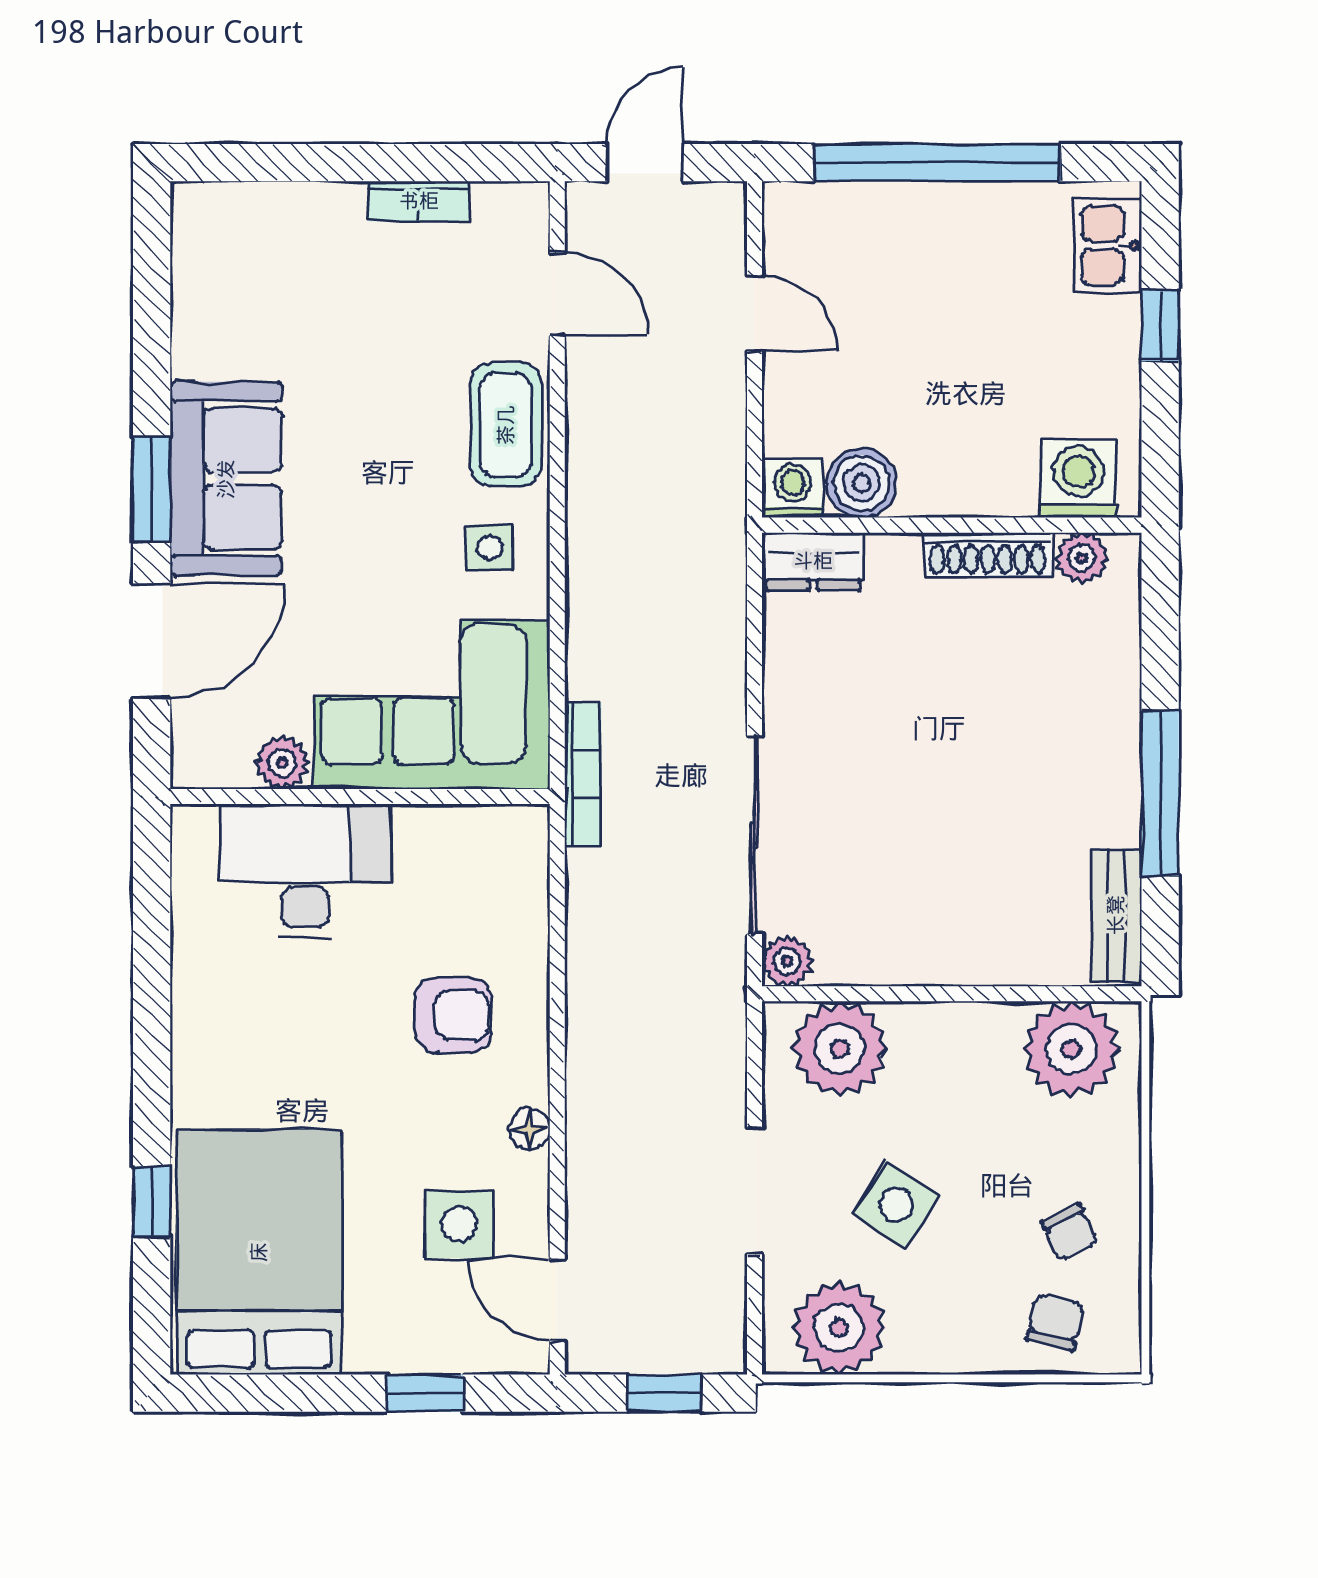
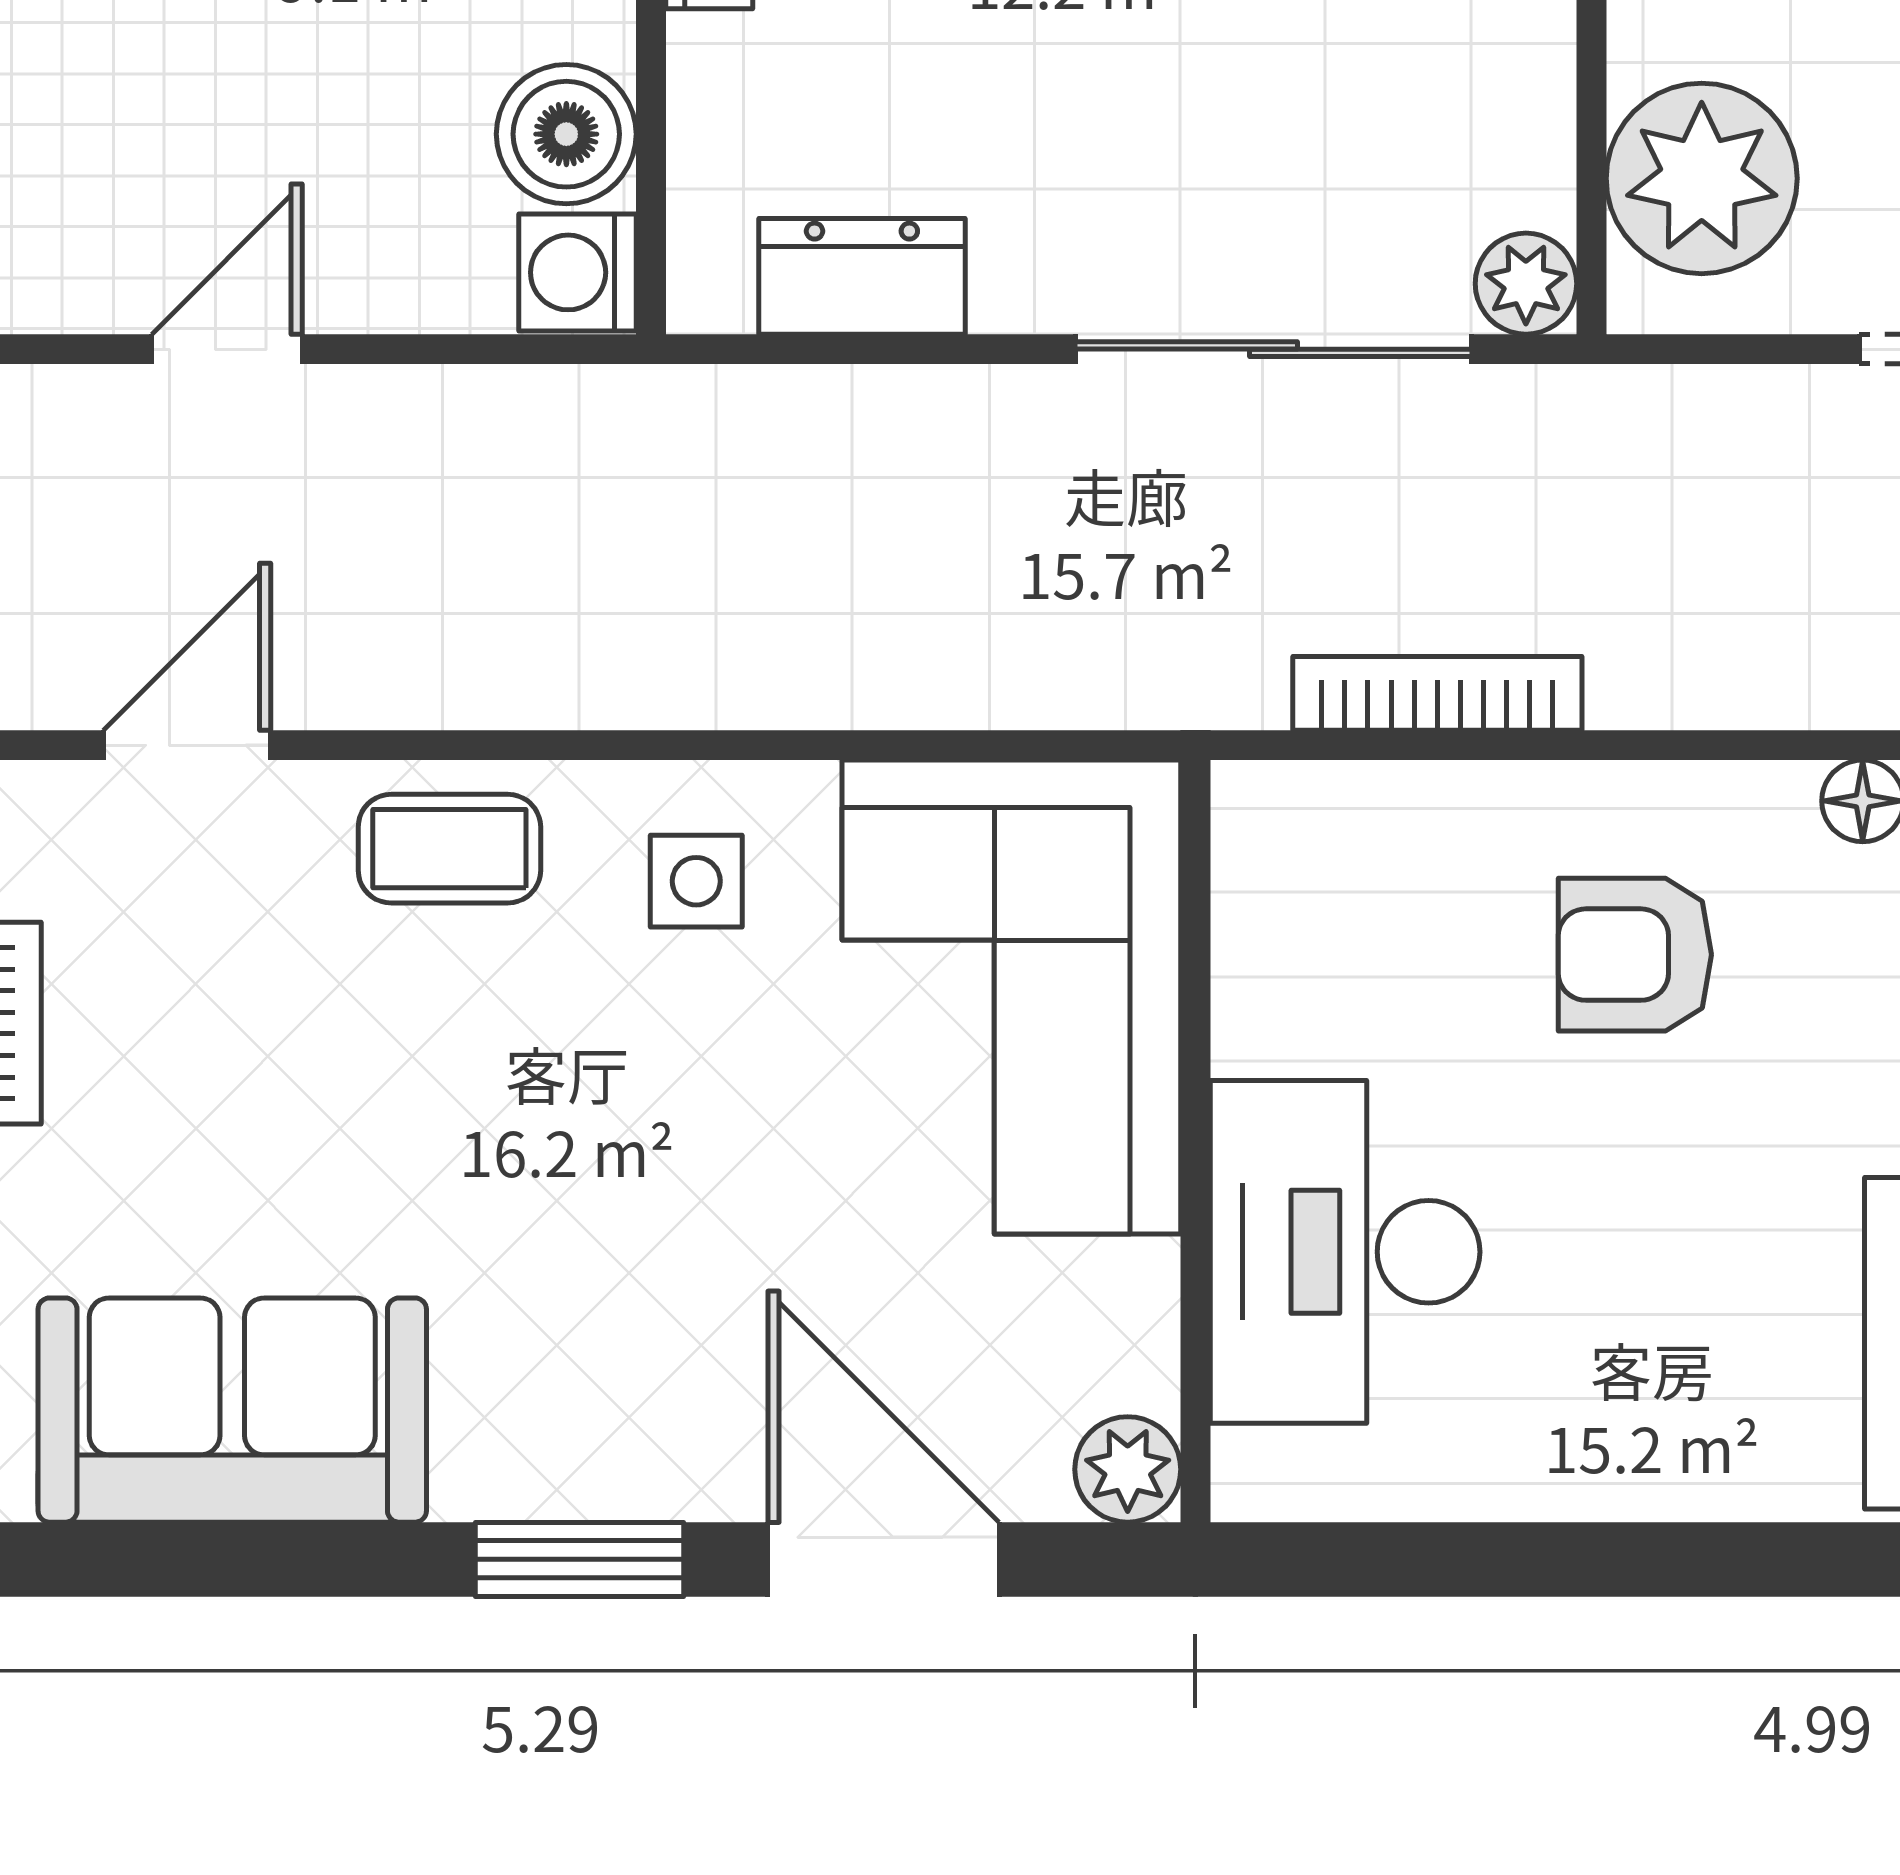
coffee table: (506, 425) -> (449, 849), width x0.73, depth x0.77
sofa: (226, 479) -> (232, 1410), moved
dresser: (813, 561) -> (862, 276), moved, turned -90
plant: (282, 763) -> (1128, 1469), moved
bookcase: (583, 774) -> (1437, 693), moved
armchair: (453, 1015) -> (1635, 955), turned -90

